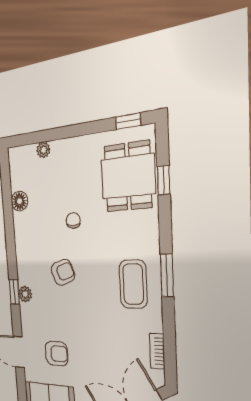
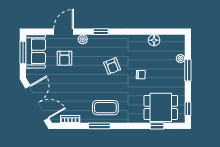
window: (61, 133) -> (188, 70), added
window: (167, 275) -> (99, 126), moved
plant: (25, 294) -> (83, 39), moved

